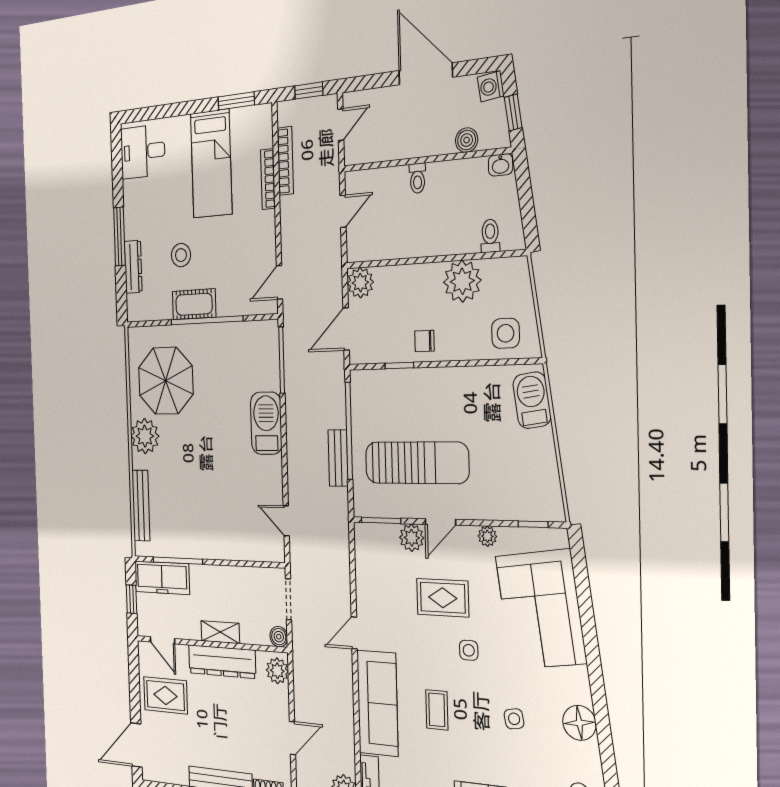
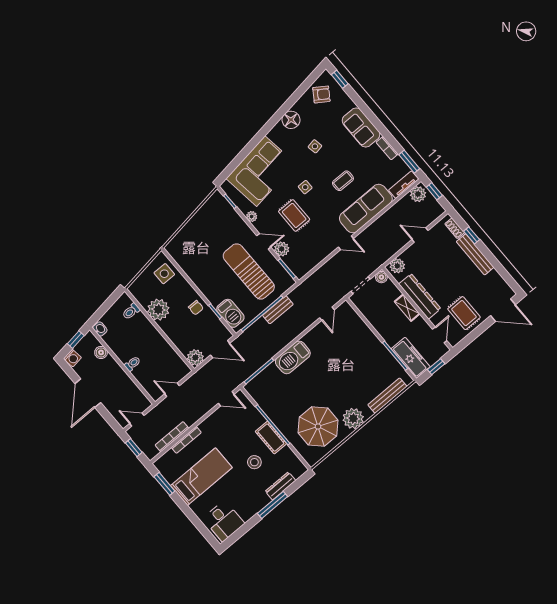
barbecue: (532, 400) -> (230, 313), moved, turned -82

